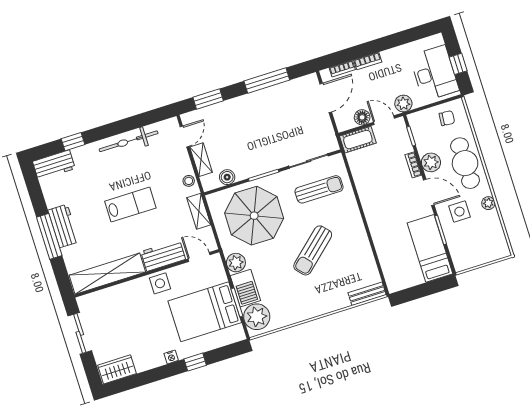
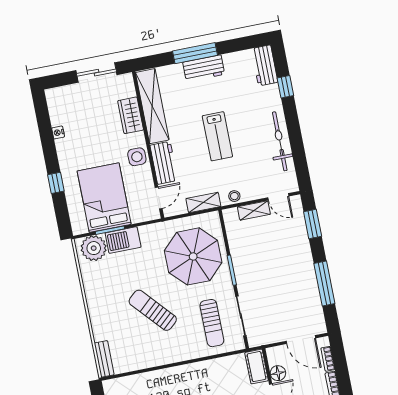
boiler: (227, 177) -> (234, 234), removed
plant: (236, 263) -> (149, 234), removed
nightstand: (171, 357) -> (58, 132), moved
wardrobe: (117, 369) -> (131, 115), moved, turned 180

